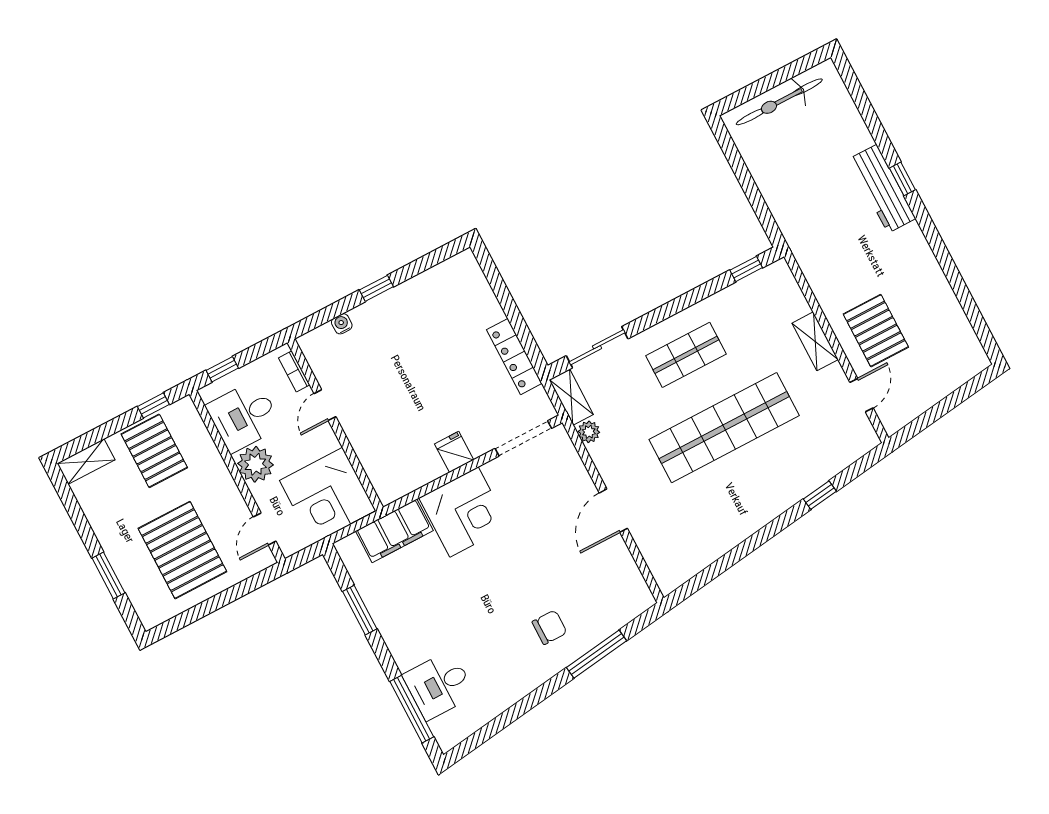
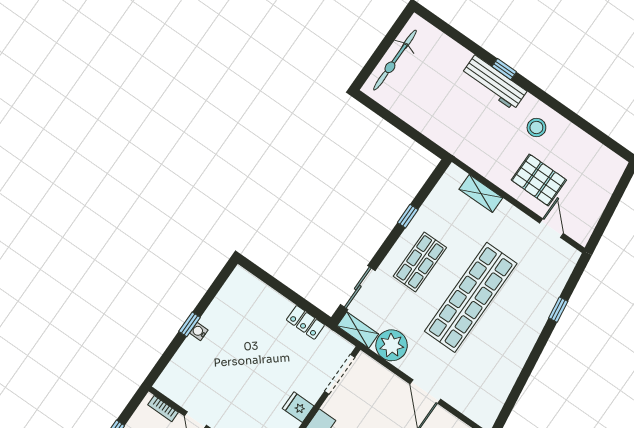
stool: (905, 267) -> (536, 127), added
window: (746, 269) -> (408, 216), moved
water cooler: (342, 324) -> (199, 331), moved
shelving: (815, 341) -> (481, 194), moved
locker: (514, 357) -> (305, 322), width x0.66
plant: (589, 432) -> (392, 345), width x1.88, depth x1.88

